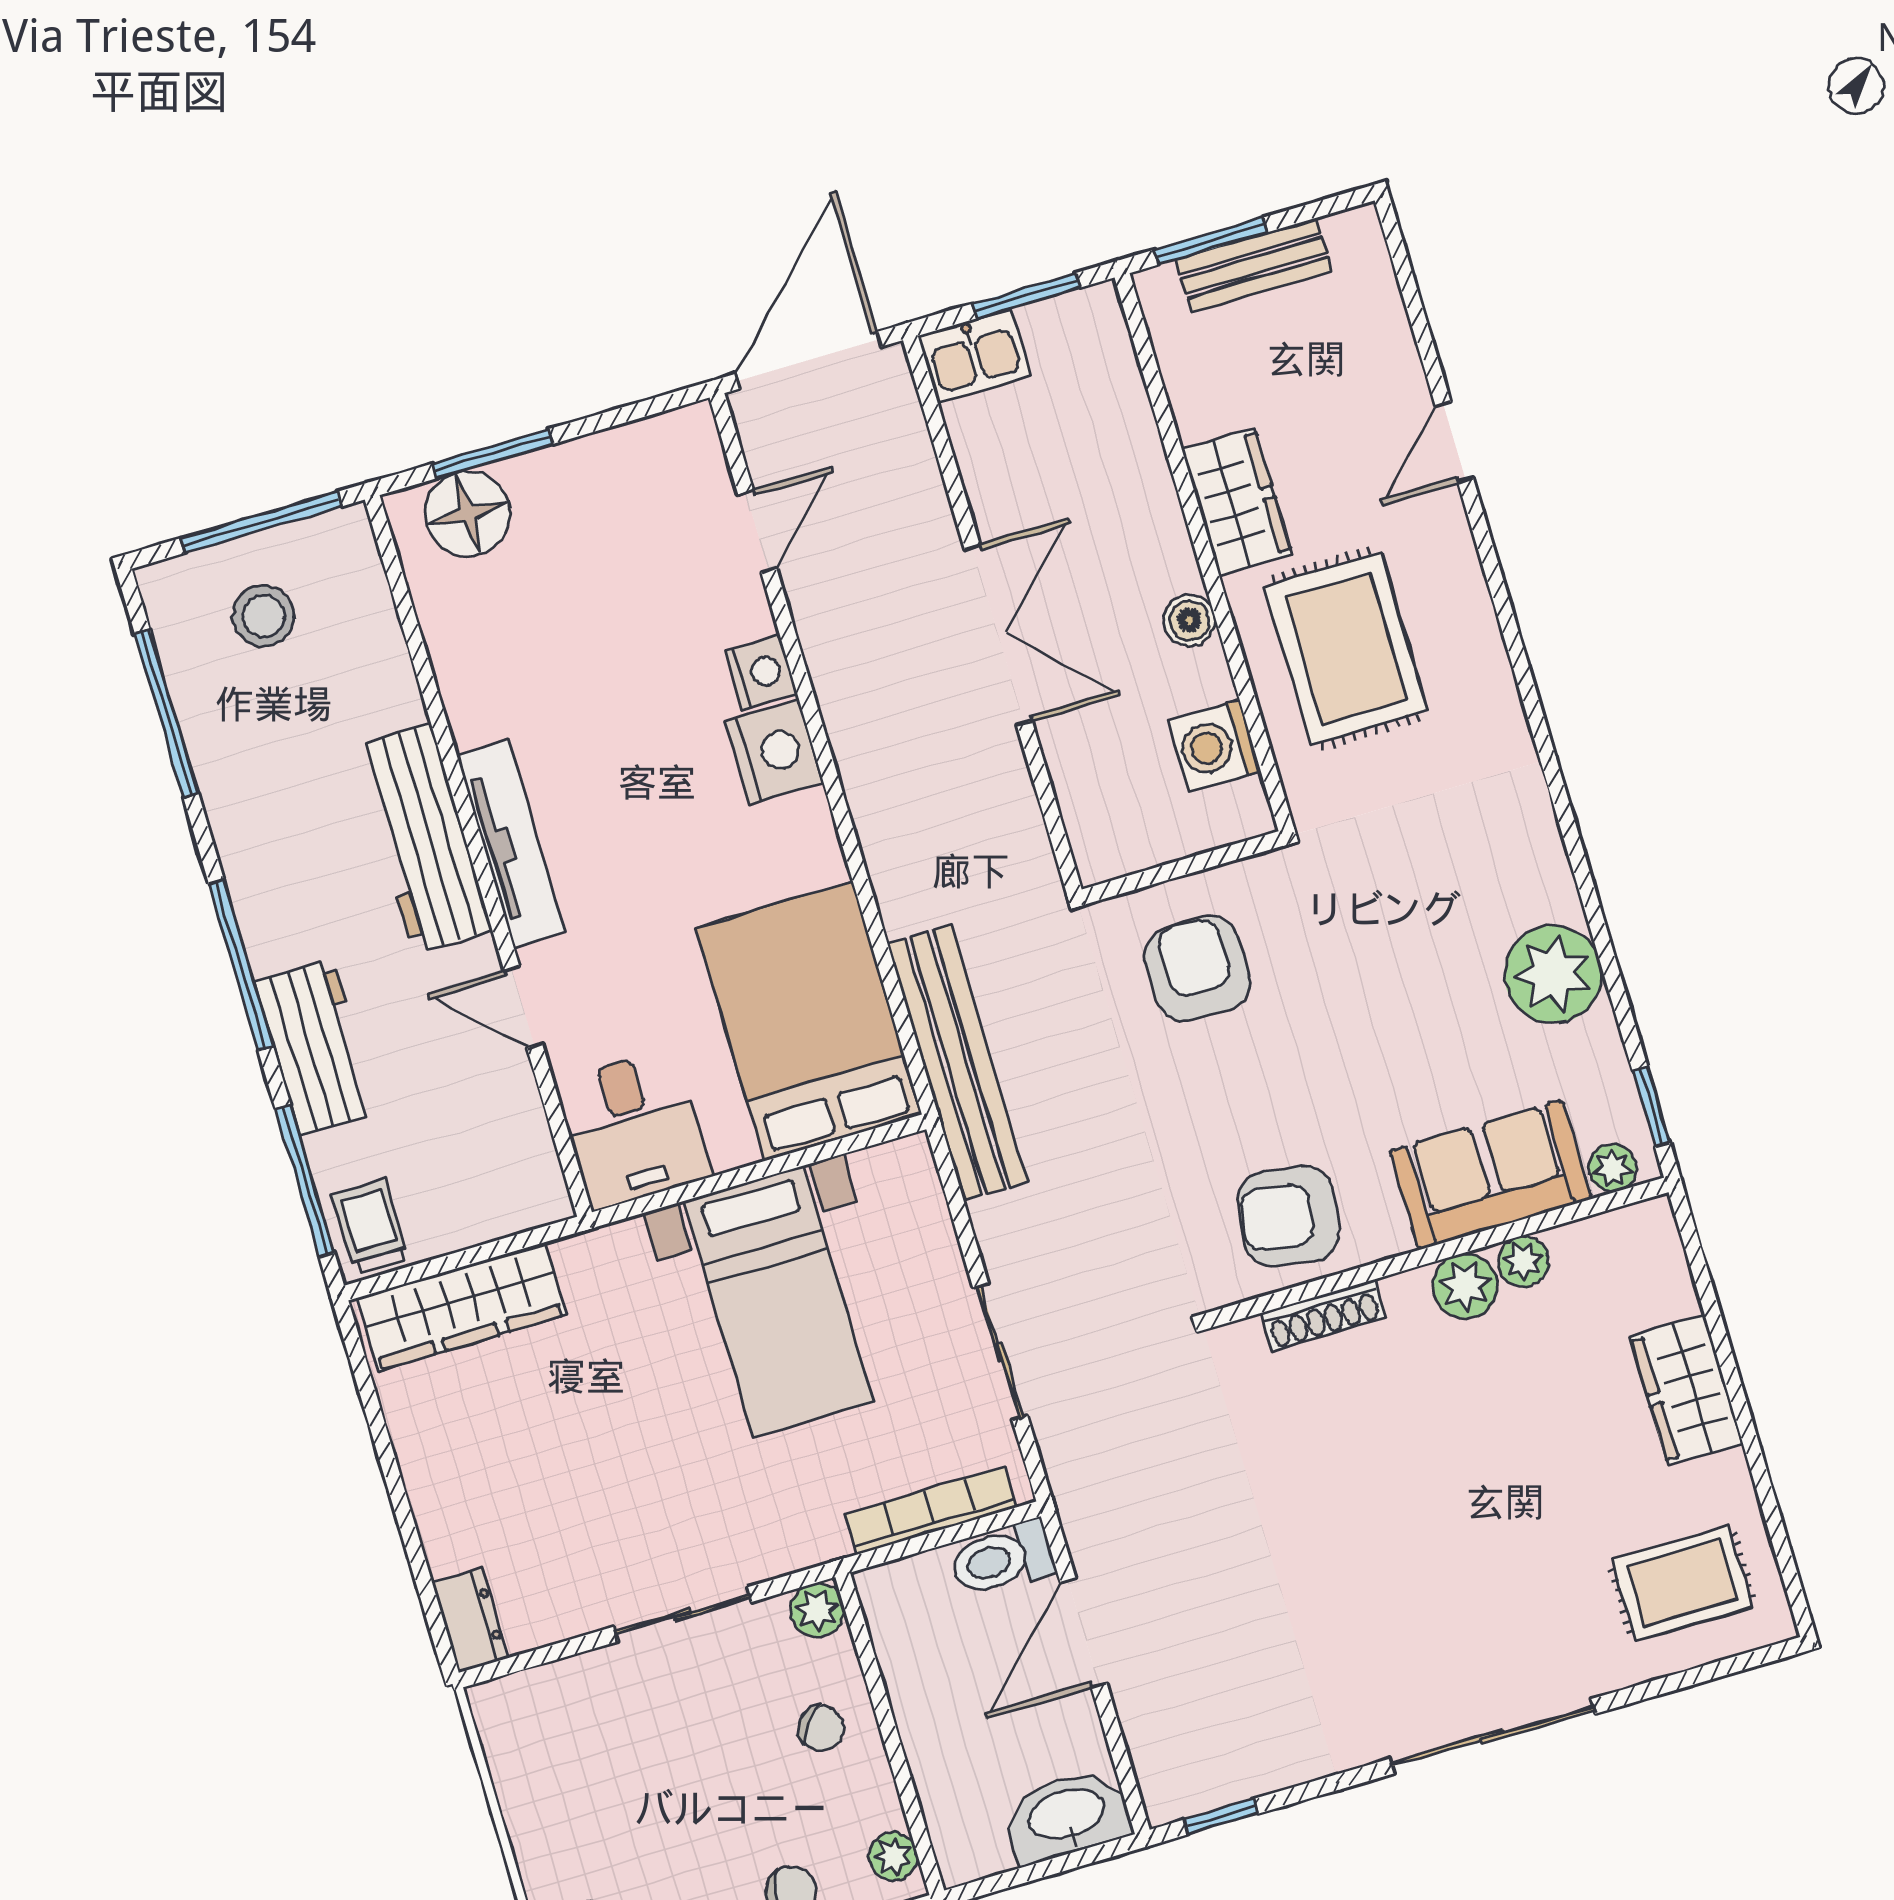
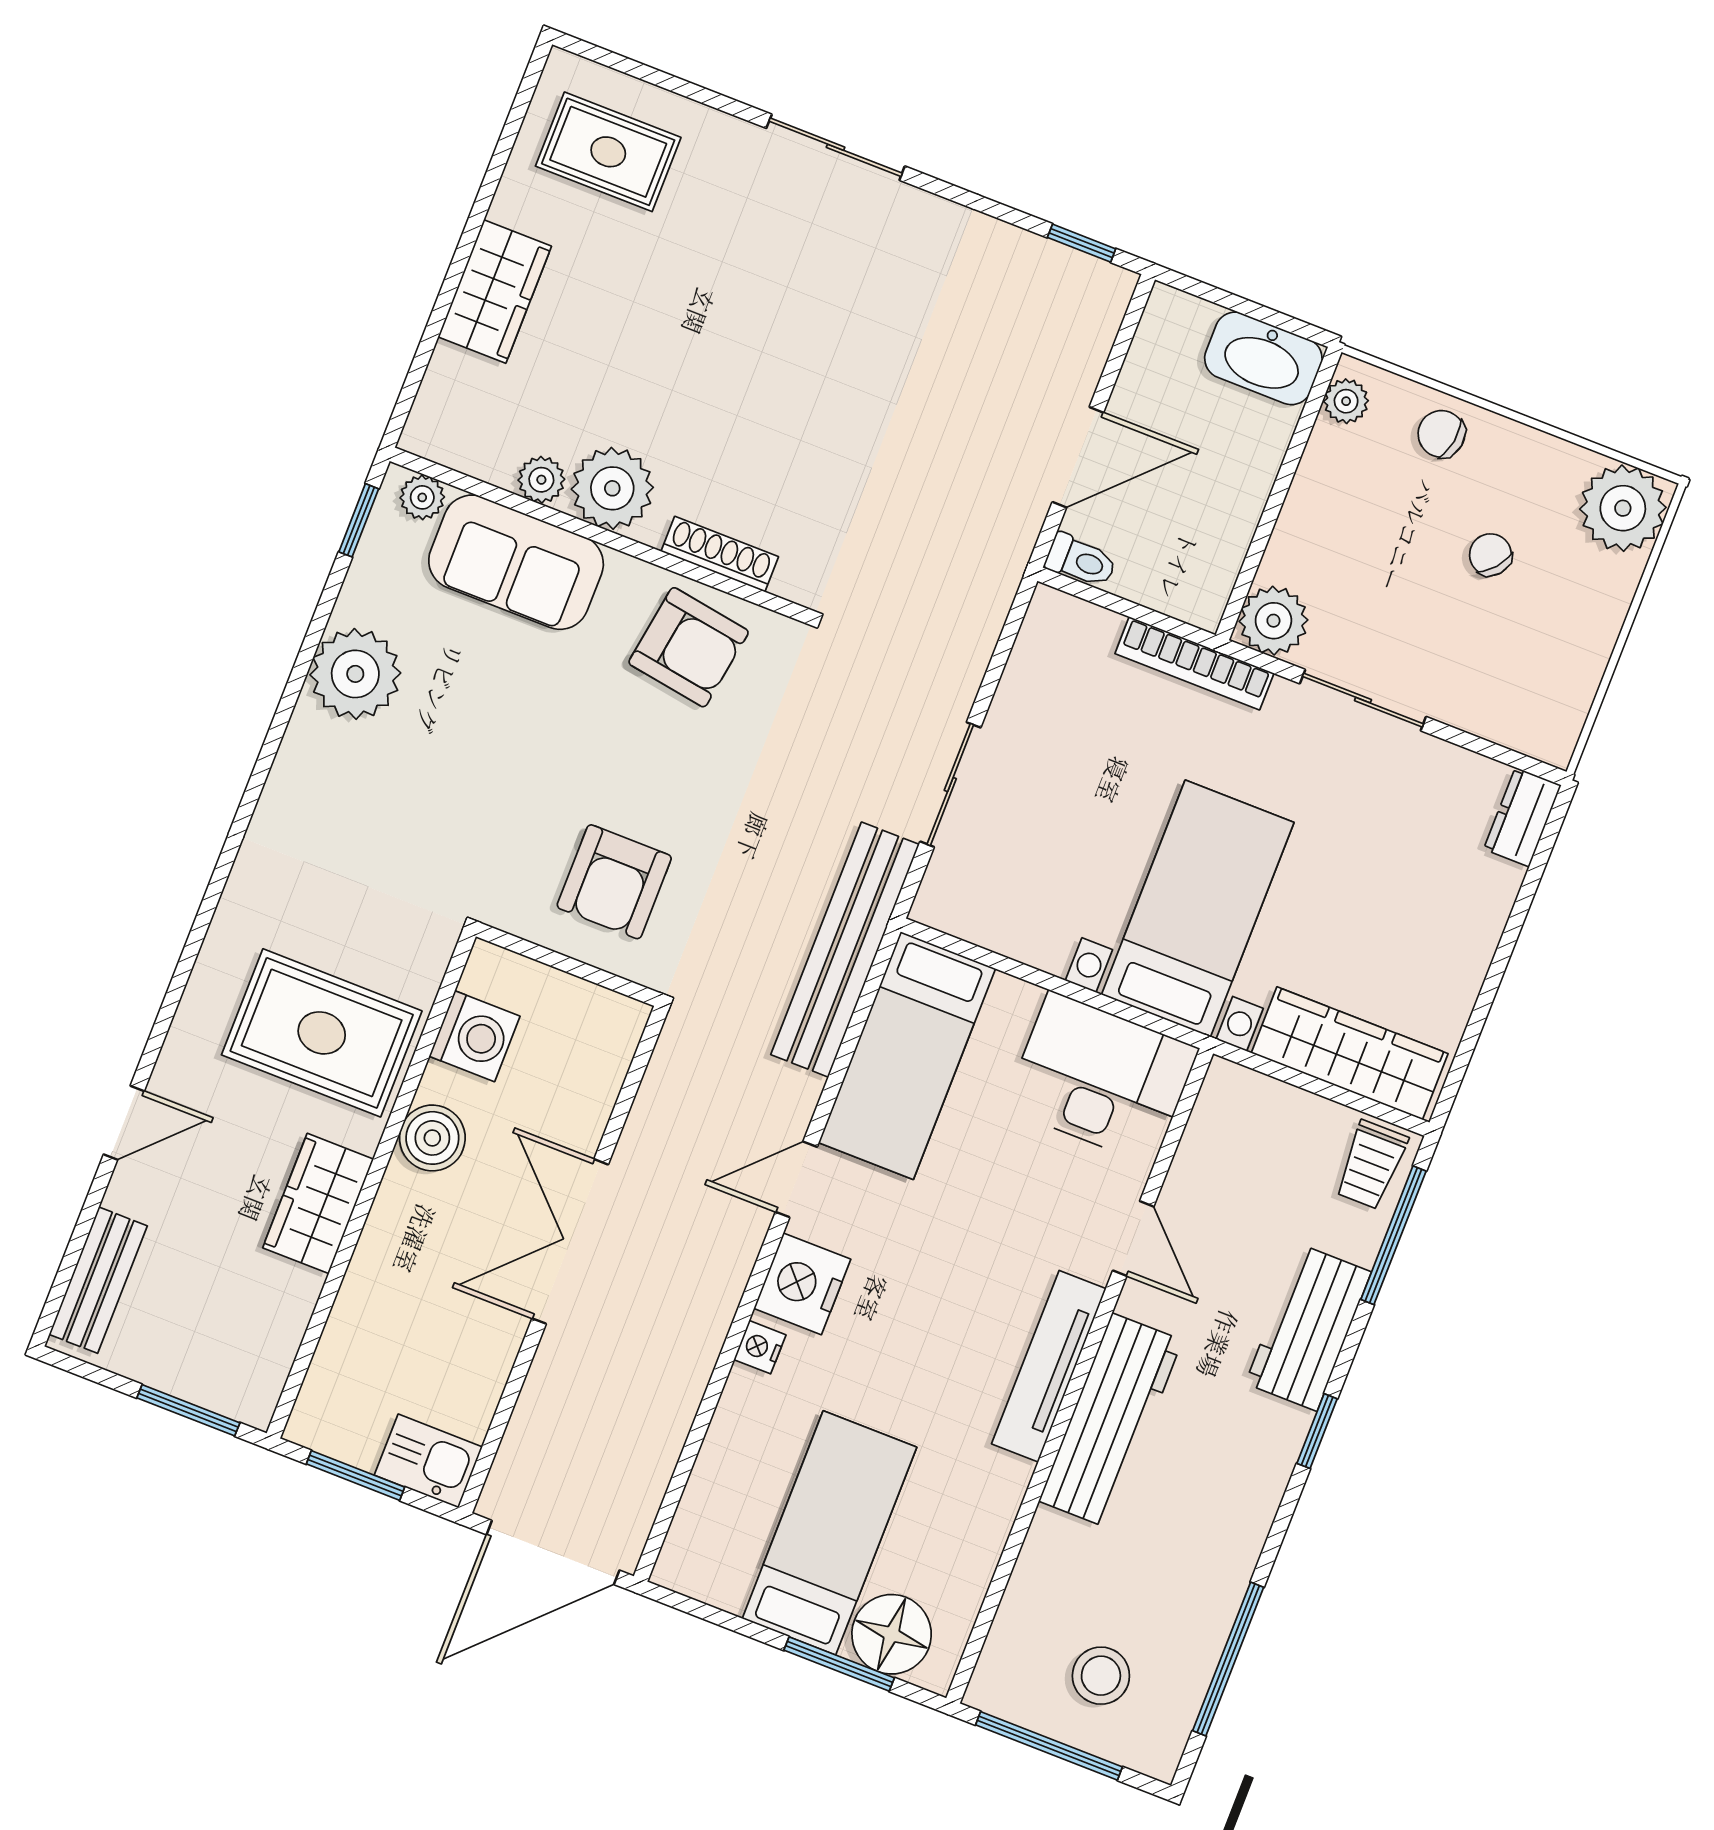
bench: (1254, 265) -> (98, 1280), moved, turned 90
door: (757, 531) -> (796, 1179), moved
bed: (587, 558) -> (829, 1533), added
boiler: (1189, 620) -> (432, 1138), width x1.36, depth x1.36
rug: (1346, 648) -> (322, 1033), turned 90
nightstand: (761, 672) -> (760, 1347), width x0.72, depth x0.74
window: (241, 965) -> (1317, 1431), width x0.46
bed: (809, 1021) -> (907, 1056), width x0.67
desk: (633, 1129) -> (1101, 1078), width x1.37
plant: (1465, 1286) -> (612, 488), width x1.36, depth x1.36
bed with nightstands: (778, 1302) -> (1198, 909), moved
sliding door: (1000, 1352) -> (950, 785), moved
bookcase: (930, 1511) -> (1194, 663), moved
toilet: (1002, 1559) -> (1081, 561), width x0.73, depth x0.72
plant: (817, 1610) -> (1273, 621), width x1.38, depth x1.38
chair: (821, 1728) -> (1490, 555), moved
sliding door: (1493, 1736) -> (836, 147), width x0.73
washbasin: (1067, 1816) -> (1263, 358), moved

